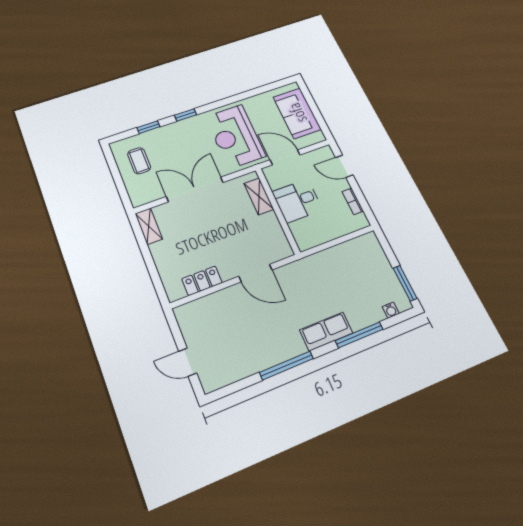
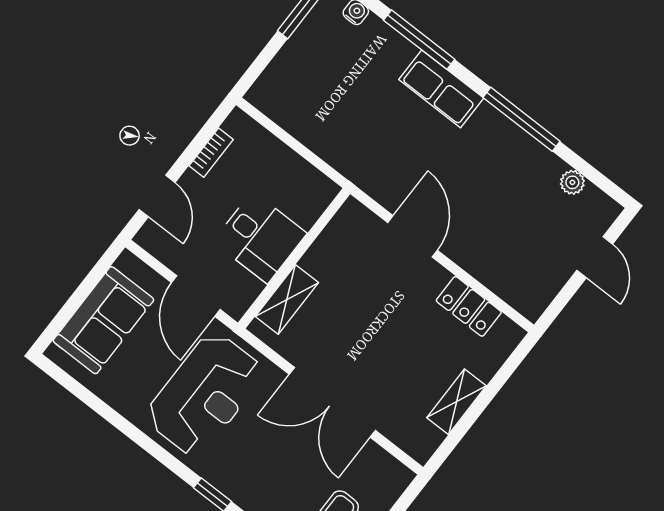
shelving: (149, 226) -> (456, 402), moved
plant: (236, 374) -> (572, 182), added

